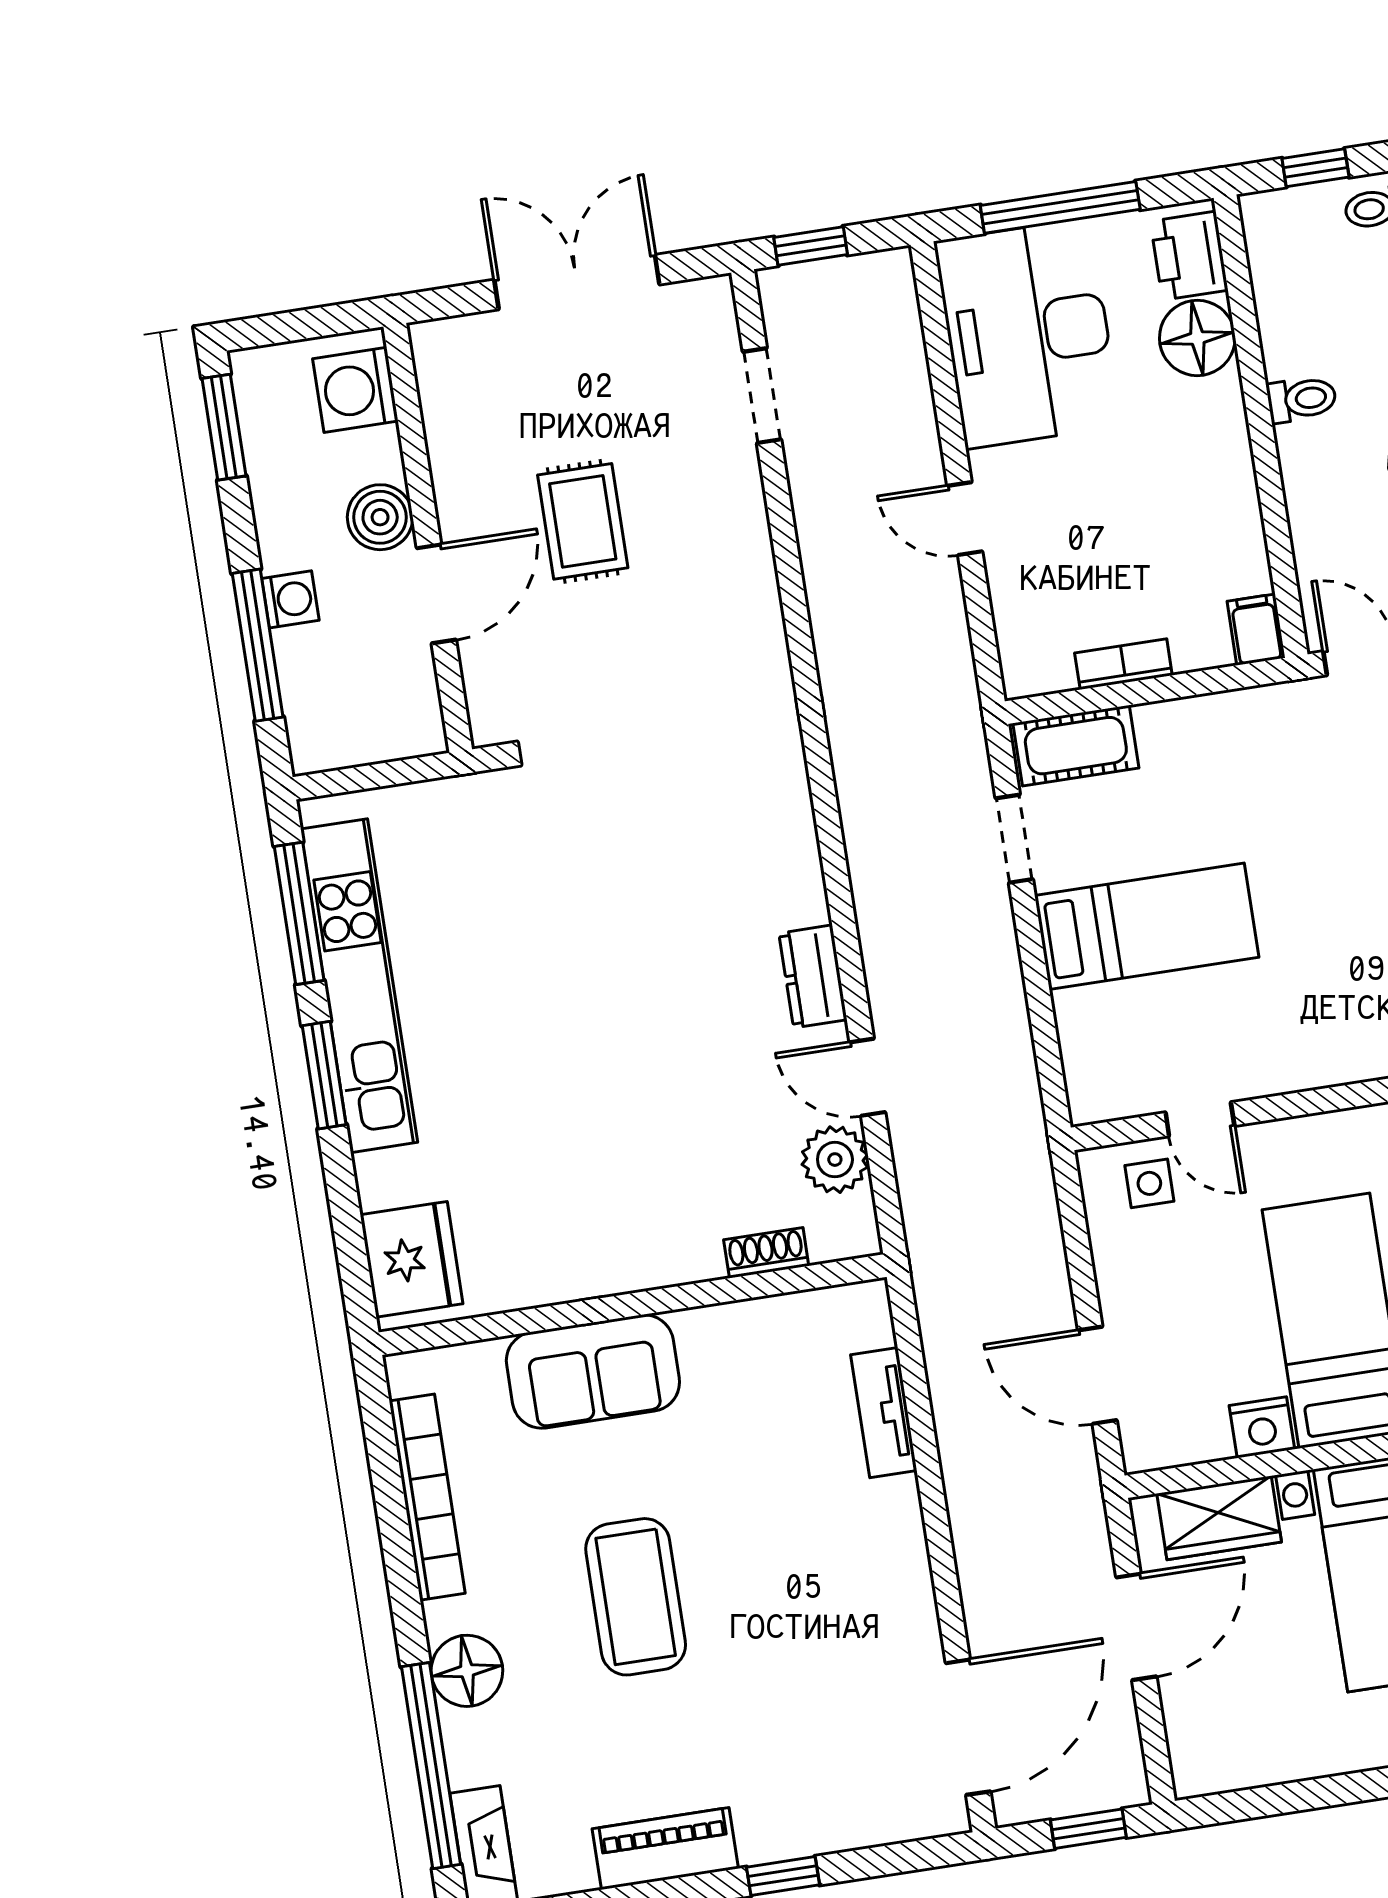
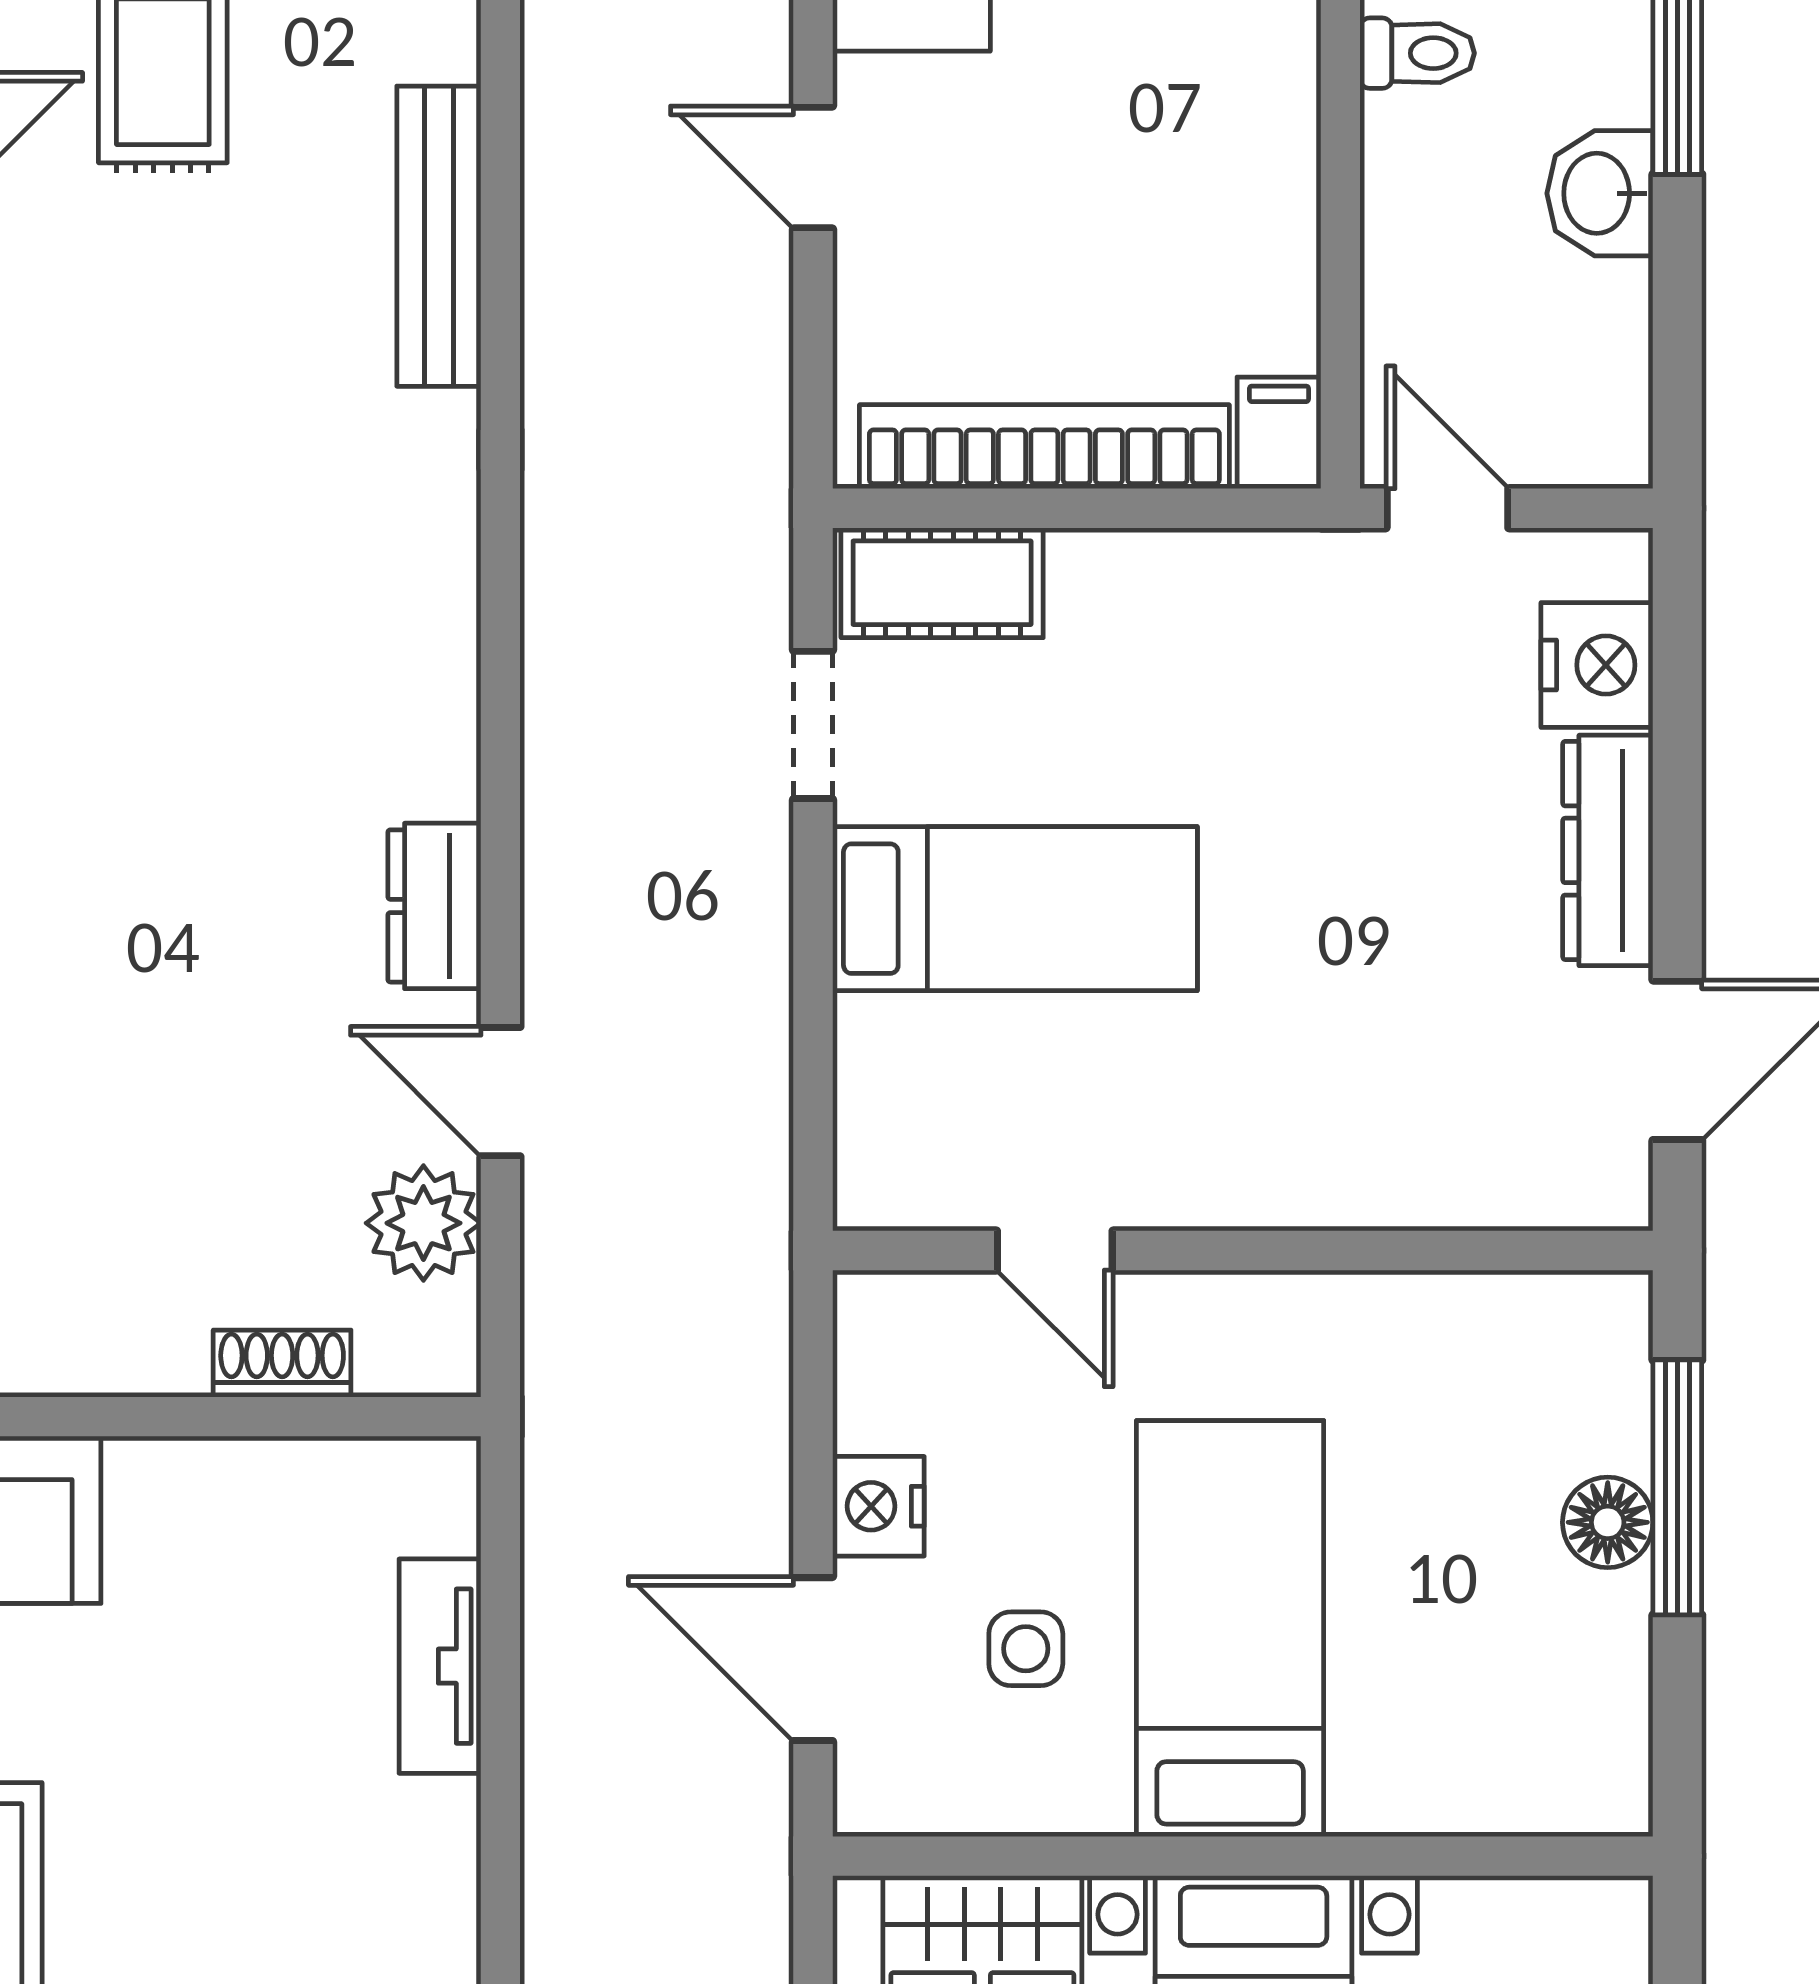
bench: (756, 591) -> (439, 236), added
bookcase: (1123, 664) -> (1044, 447), width x2.31, depth x1.31
side table: (1149, 1183) -> (1026, 1649), moved
nightstand: (1262, 1427) -> (878, 1506), moved, turned 90

